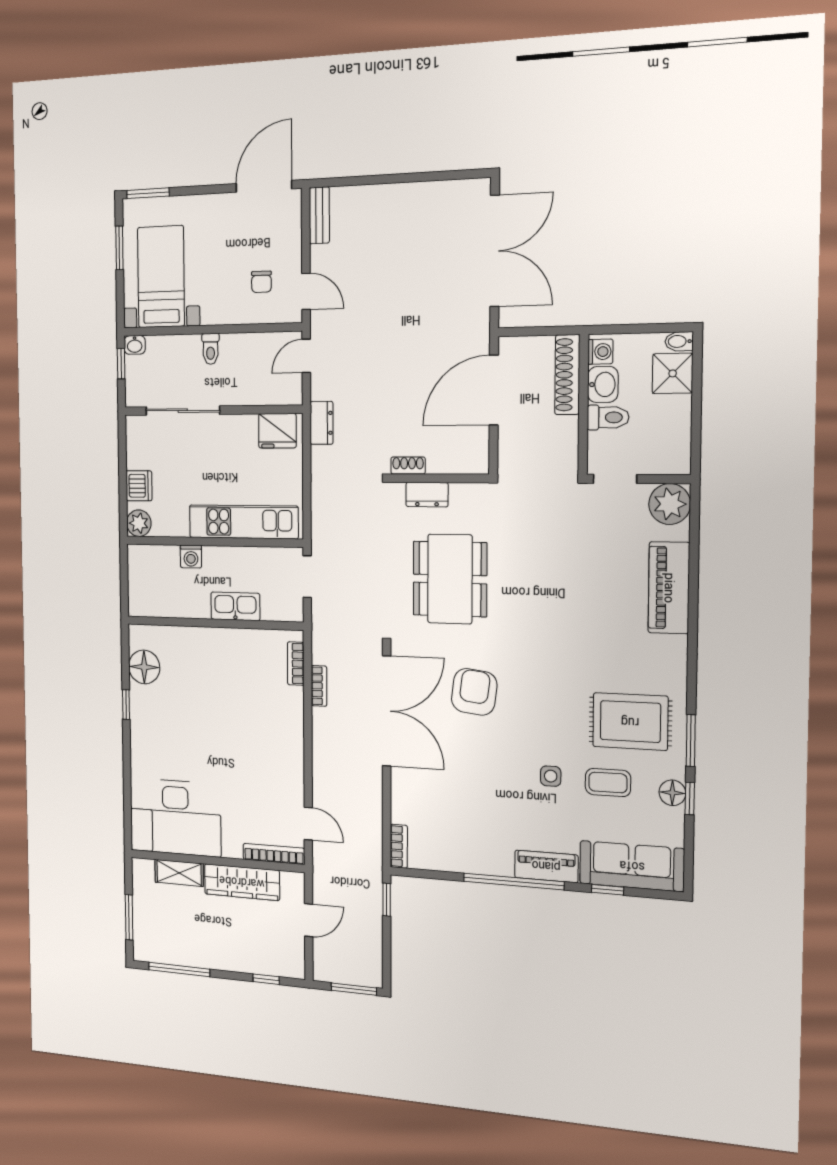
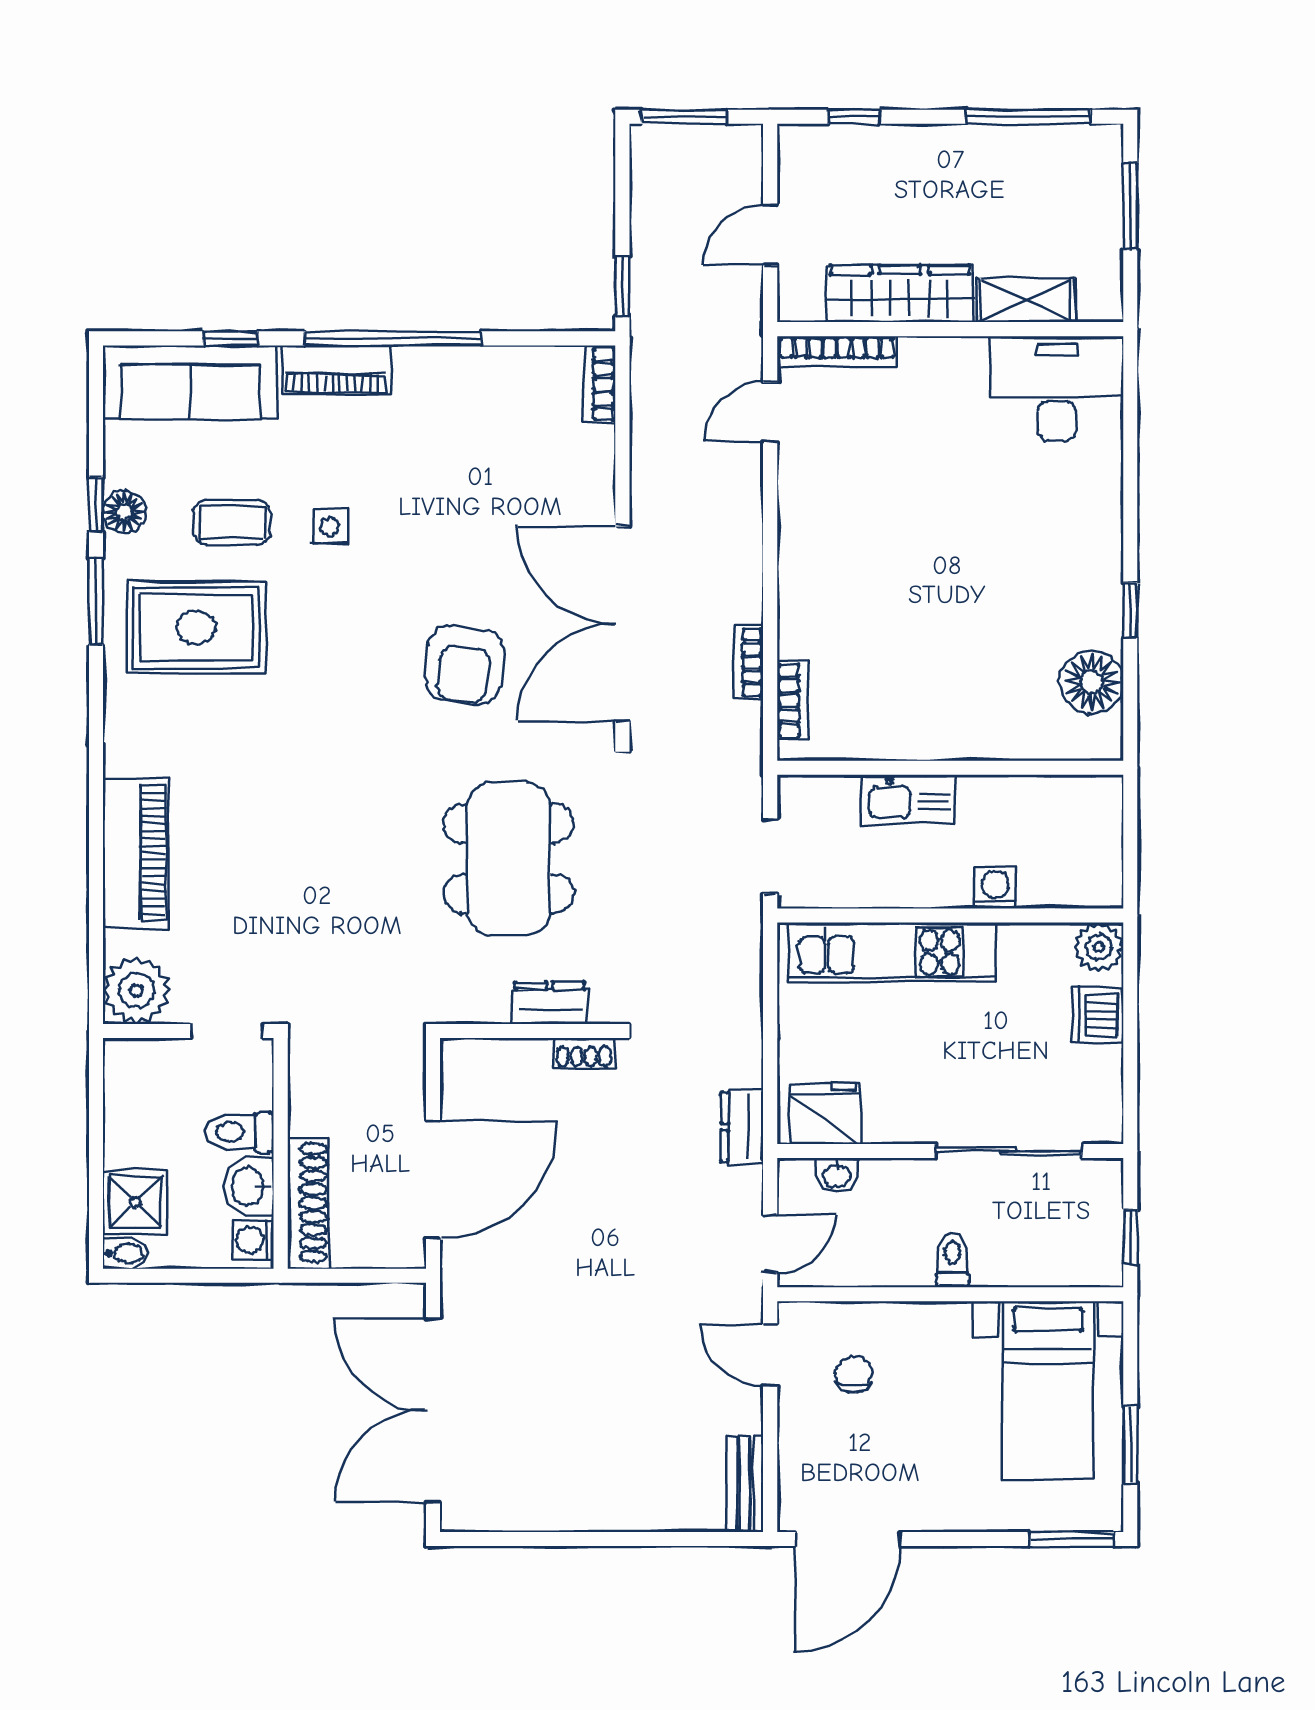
washbasin: (135, 345) -> (837, 1175), moved, turned 180
desk: (175, 817) -> (1057, 389), width x0.73, depth x0.77
door: (308, 824) -> (770, 412), hinge flipped

